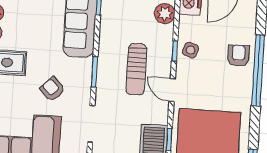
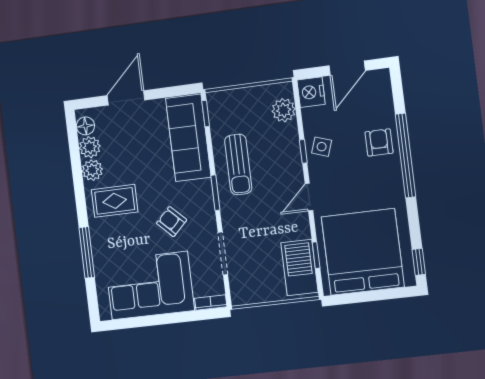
sun lounger: (136, 69) -> (238, 164), moved
door: (172, 90) -> (309, 197), hinge flipped

